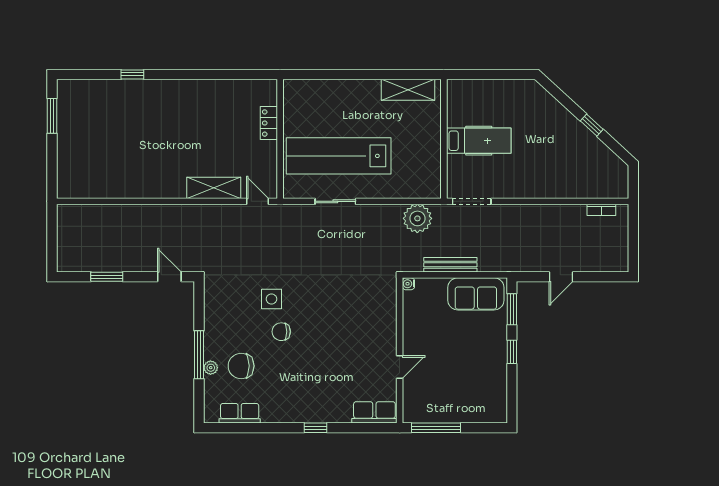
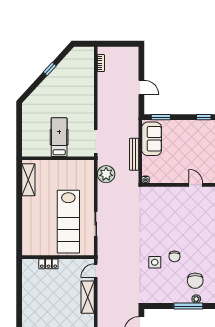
window: (512, 352) -> (204, 117), moved

